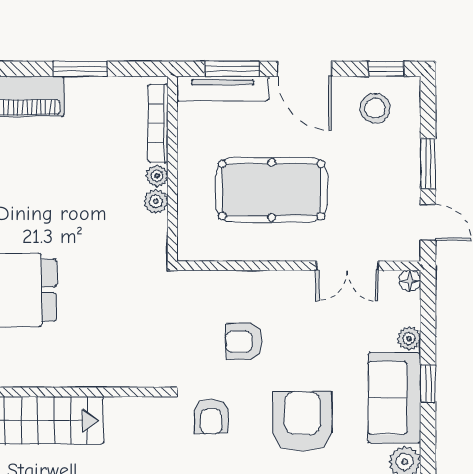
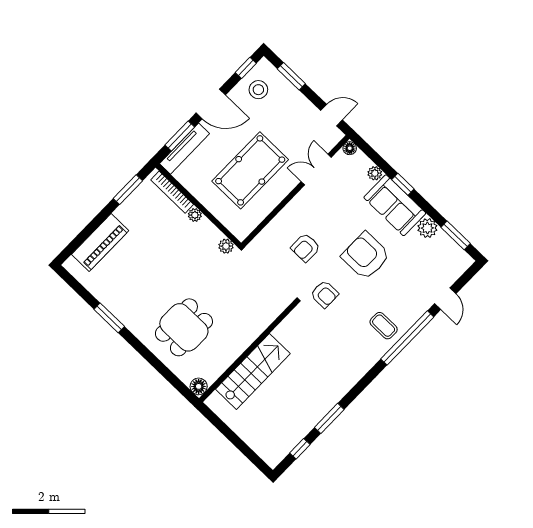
window: (80, 69) -> (128, 190), moved
window: (428, 163) -> (291, 76), moved
plant: (156, 201) -> (226, 246), moved
double door: (347, 266) -> (316, 169), swing flipped

